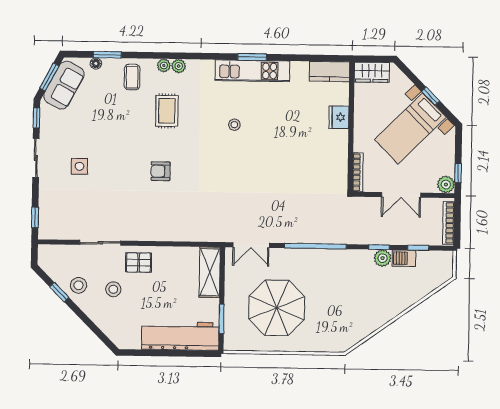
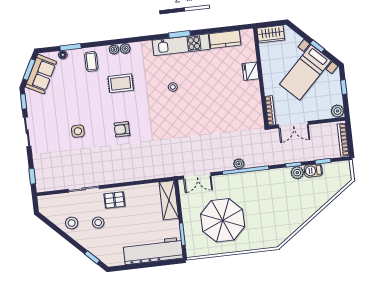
kitchen counter: (329, 72) -> (225, 39), moved
rug: (167, 111) -> (121, 83), turned 90
side table: (79, 166) -> (78, 131), moved
window: (458, 173) -> (344, 87), moved
double door: (401, 195) -> (293, 125), moved
plant: (308, 237) -> (239, 164), added
window: (59, 292) -> (92, 257), moved

